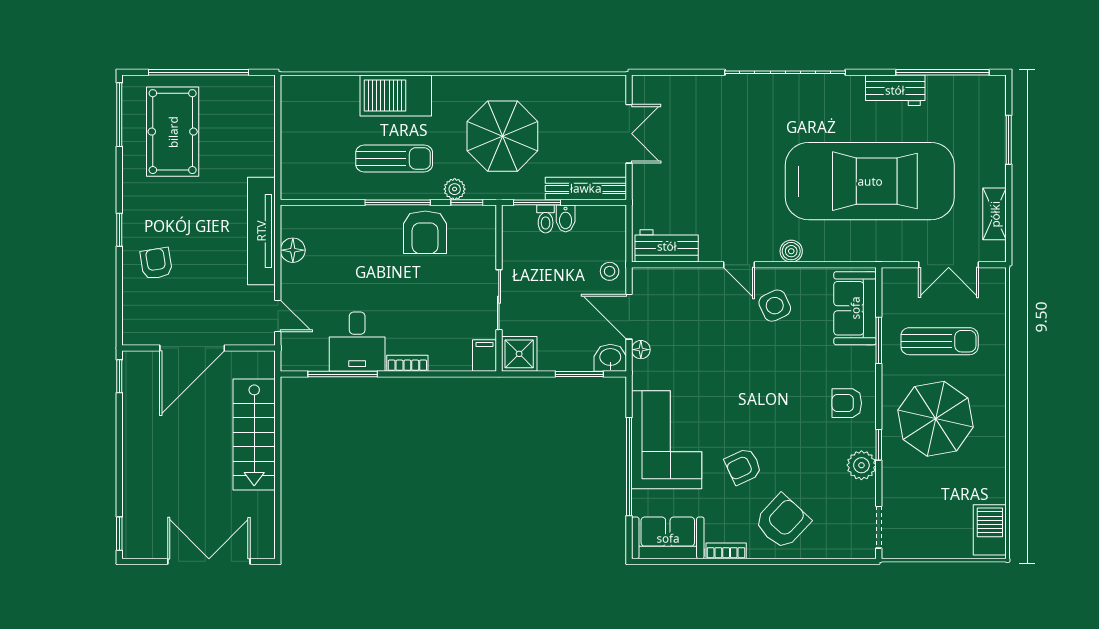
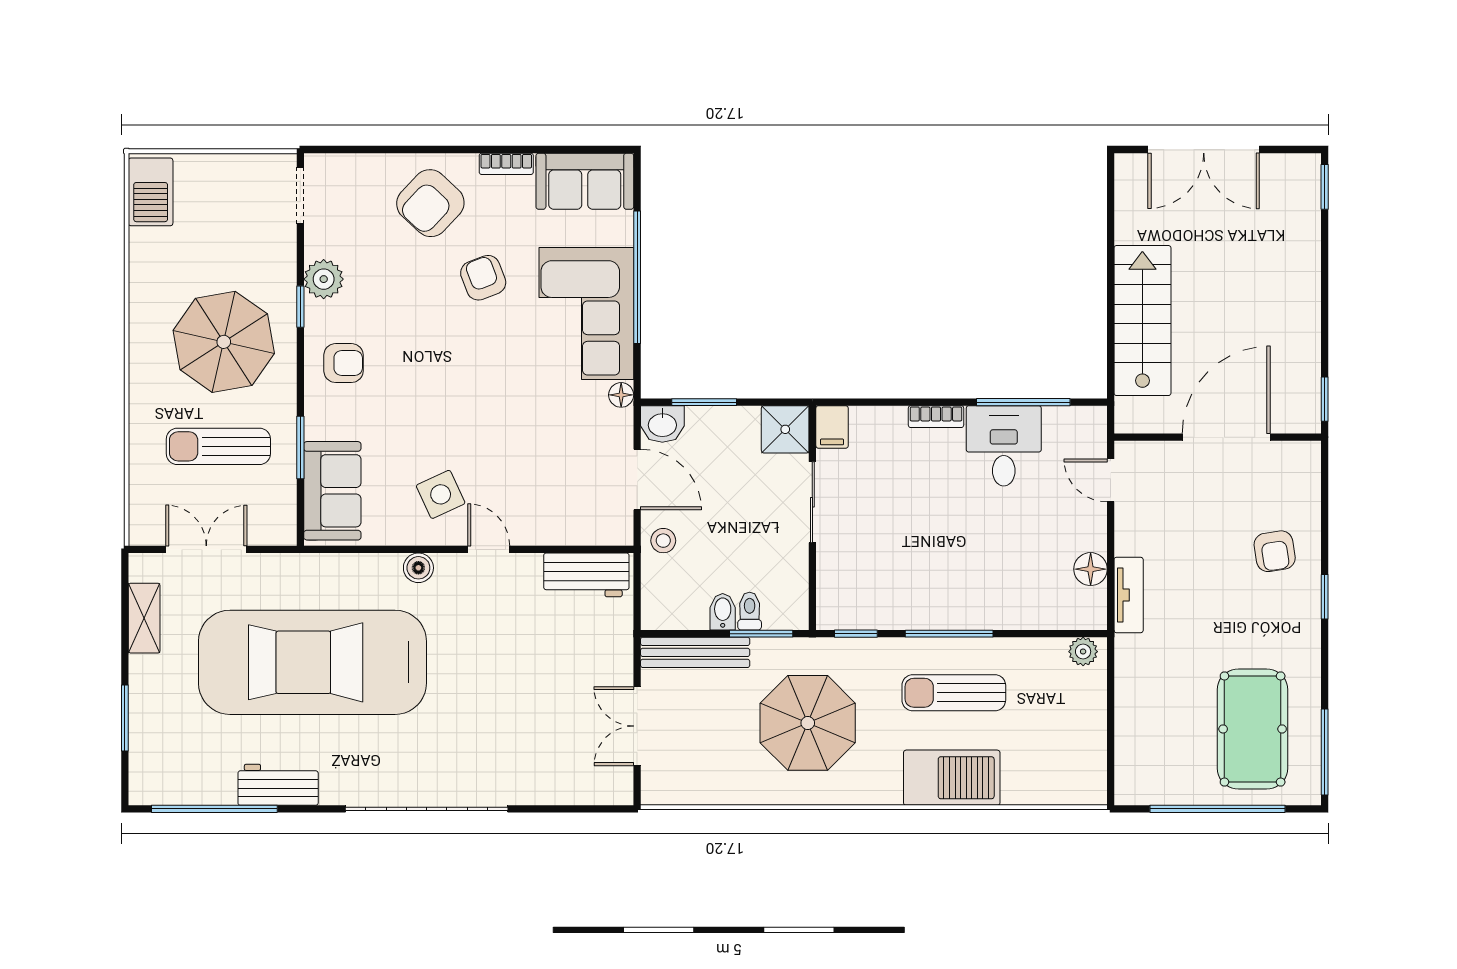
plant: (455, 189) -> (1083, 652), moved
tv unit: (261, 231) -> (1129, 595), width x0.52, depth x0.78
armchair: (425, 232) -> (912, 593), removed
floor lamp: (641, 350) -> (621, 395), moved
armchair: (743, 466) -> (483, 278), turned -86

